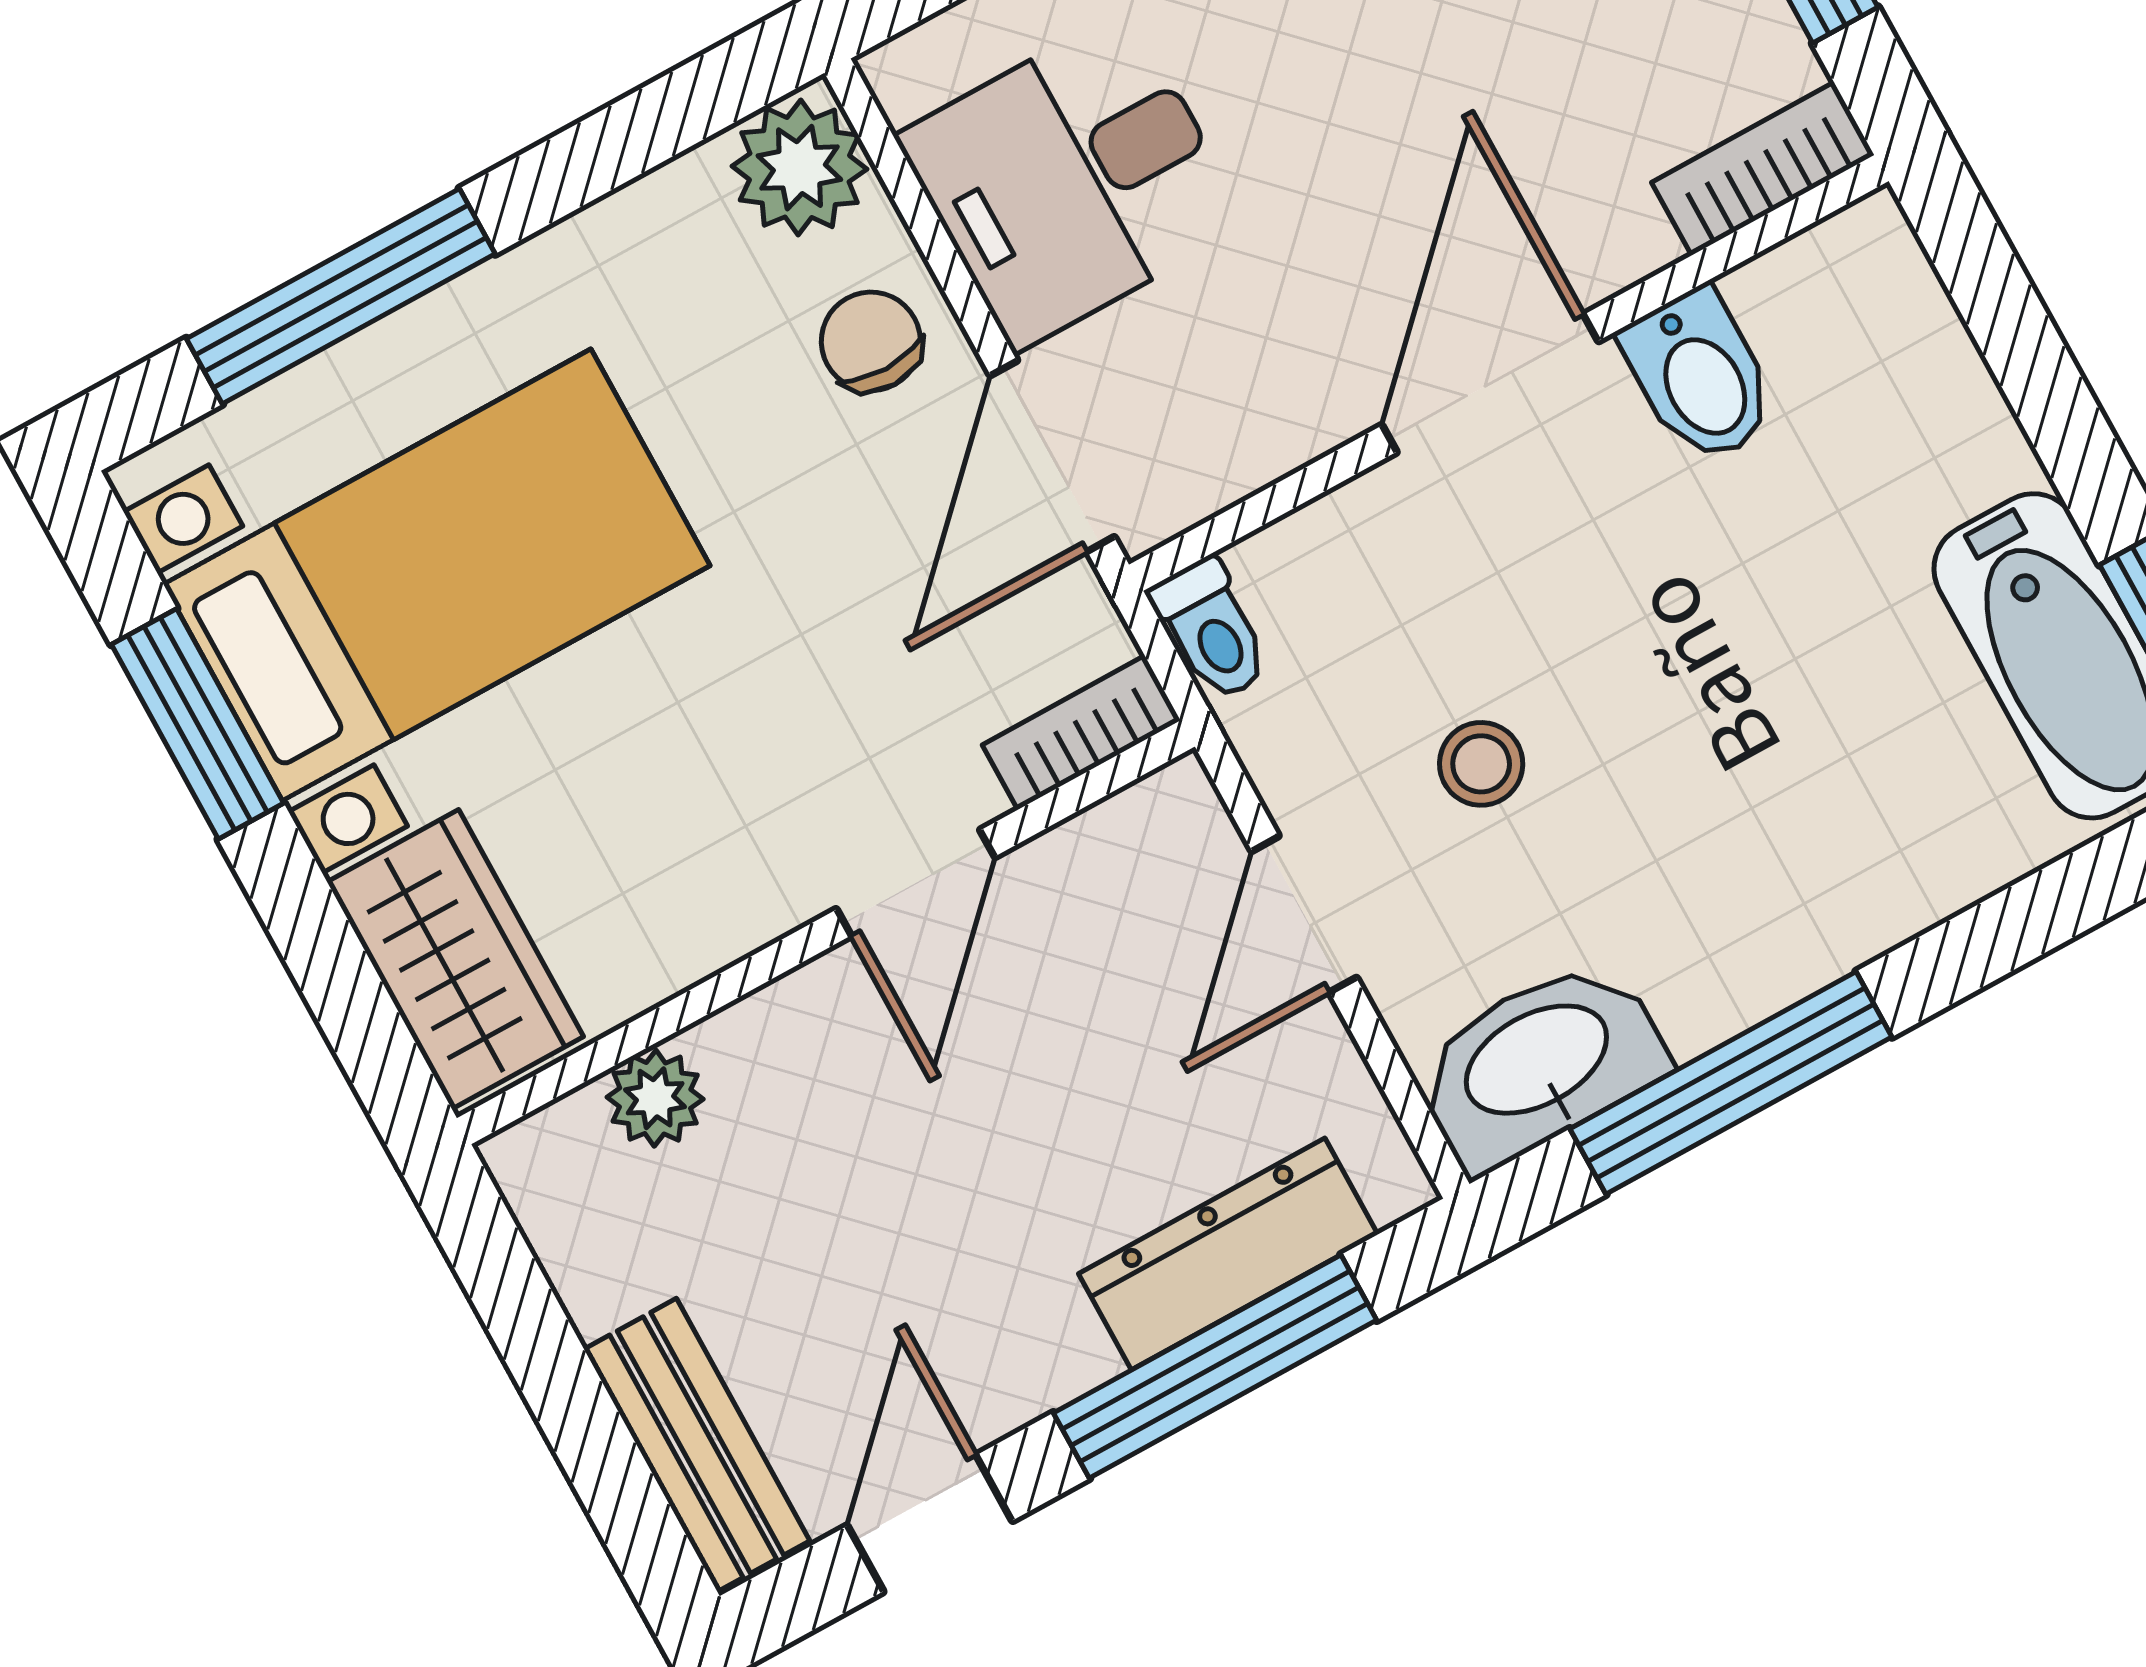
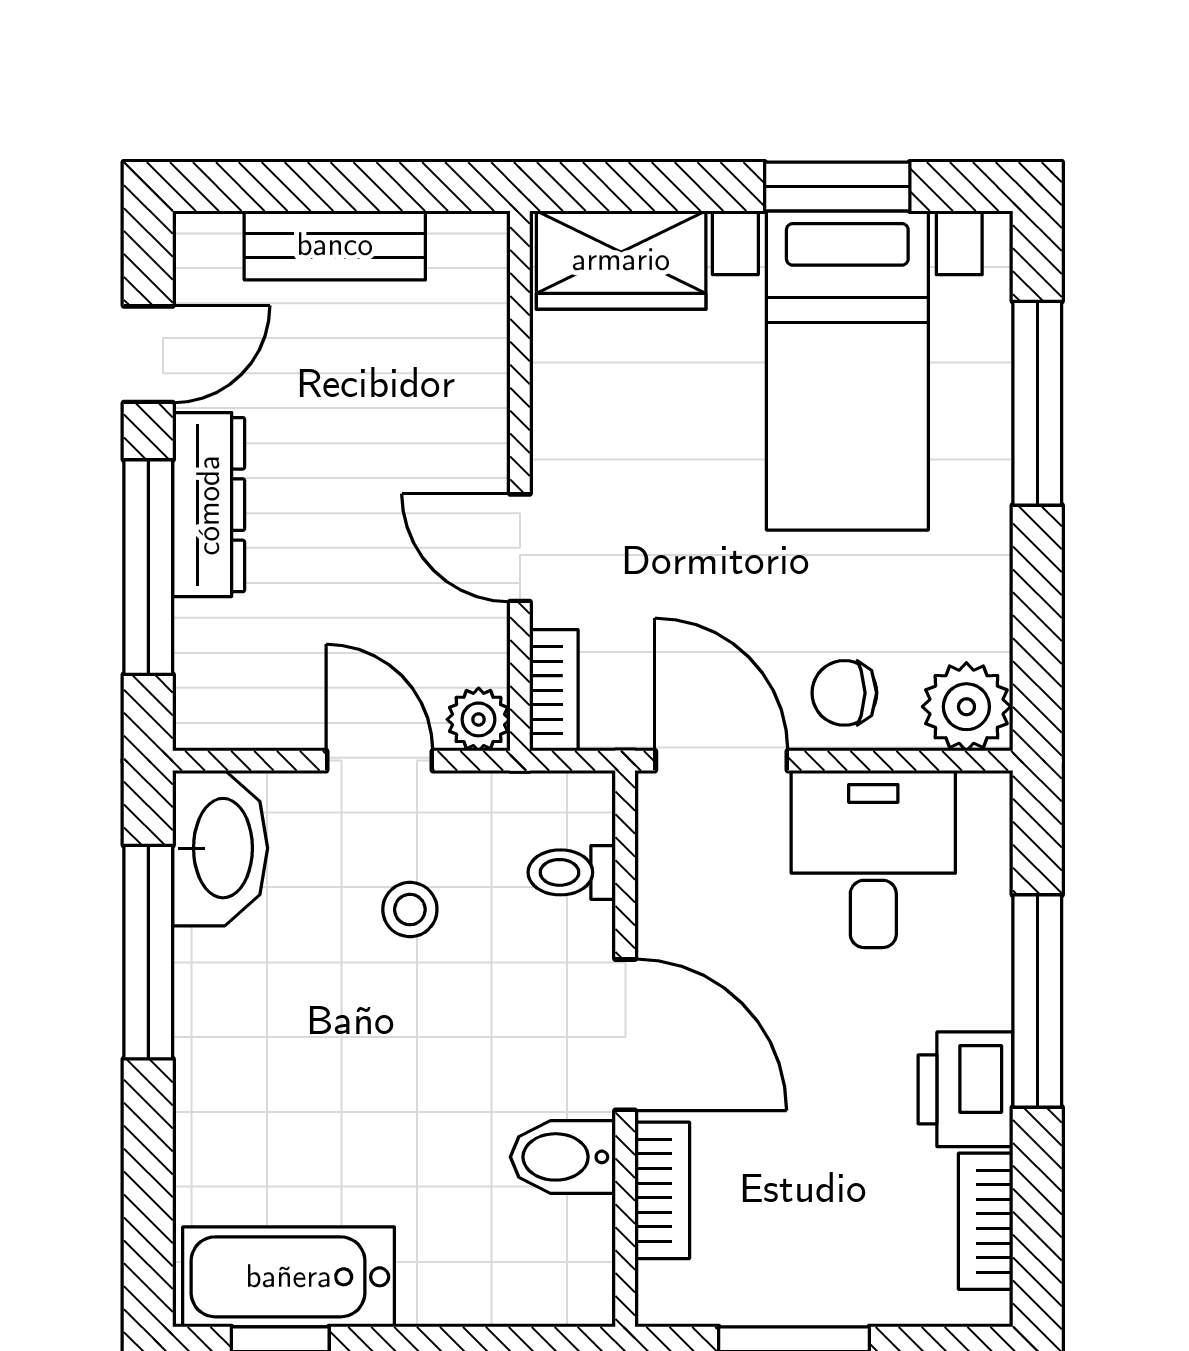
bookcase: (1763, 169) -> (662, 1190), moved
chair: (871, 341) -> (844, 693), turned 180
toilet: (1211, 630) -> (572, 872), moved
plant: (655, 1098) -> (479, 719), moved
dresser: (1228, 1254) -> (209, 505), moved
bench: (697, 1445) -> (335, 245), moved
door: (930, 1523) -> (148, 354), hinge flipped

